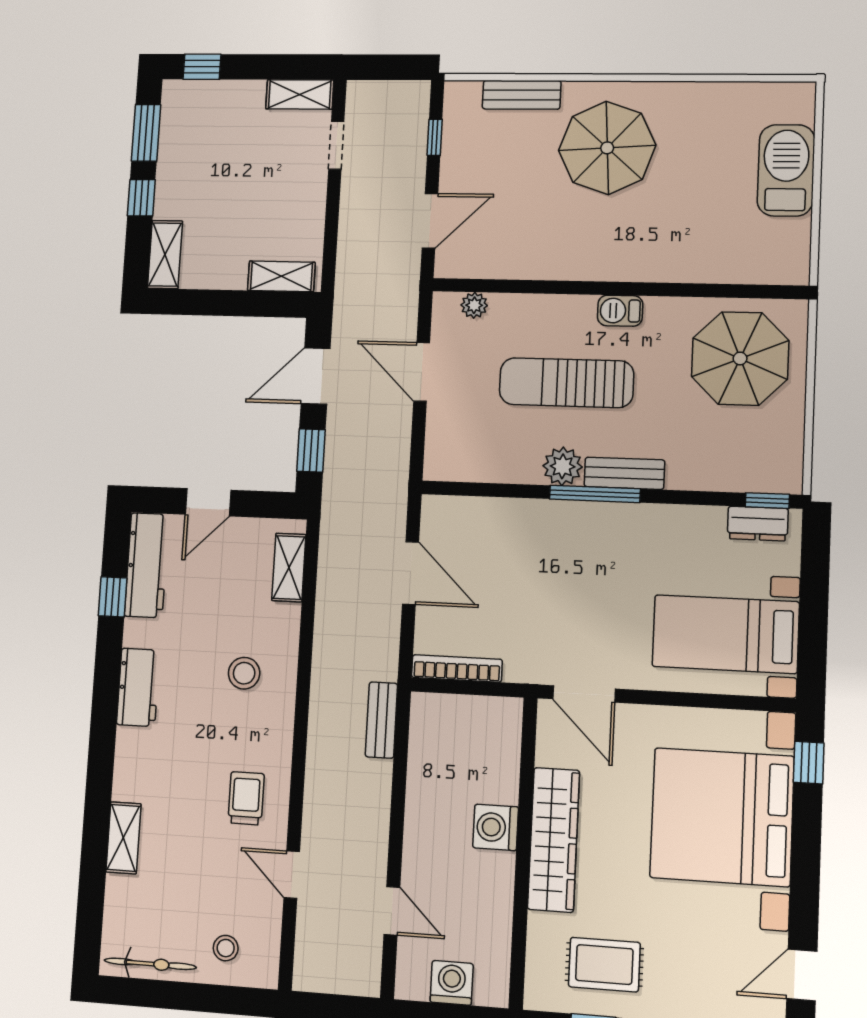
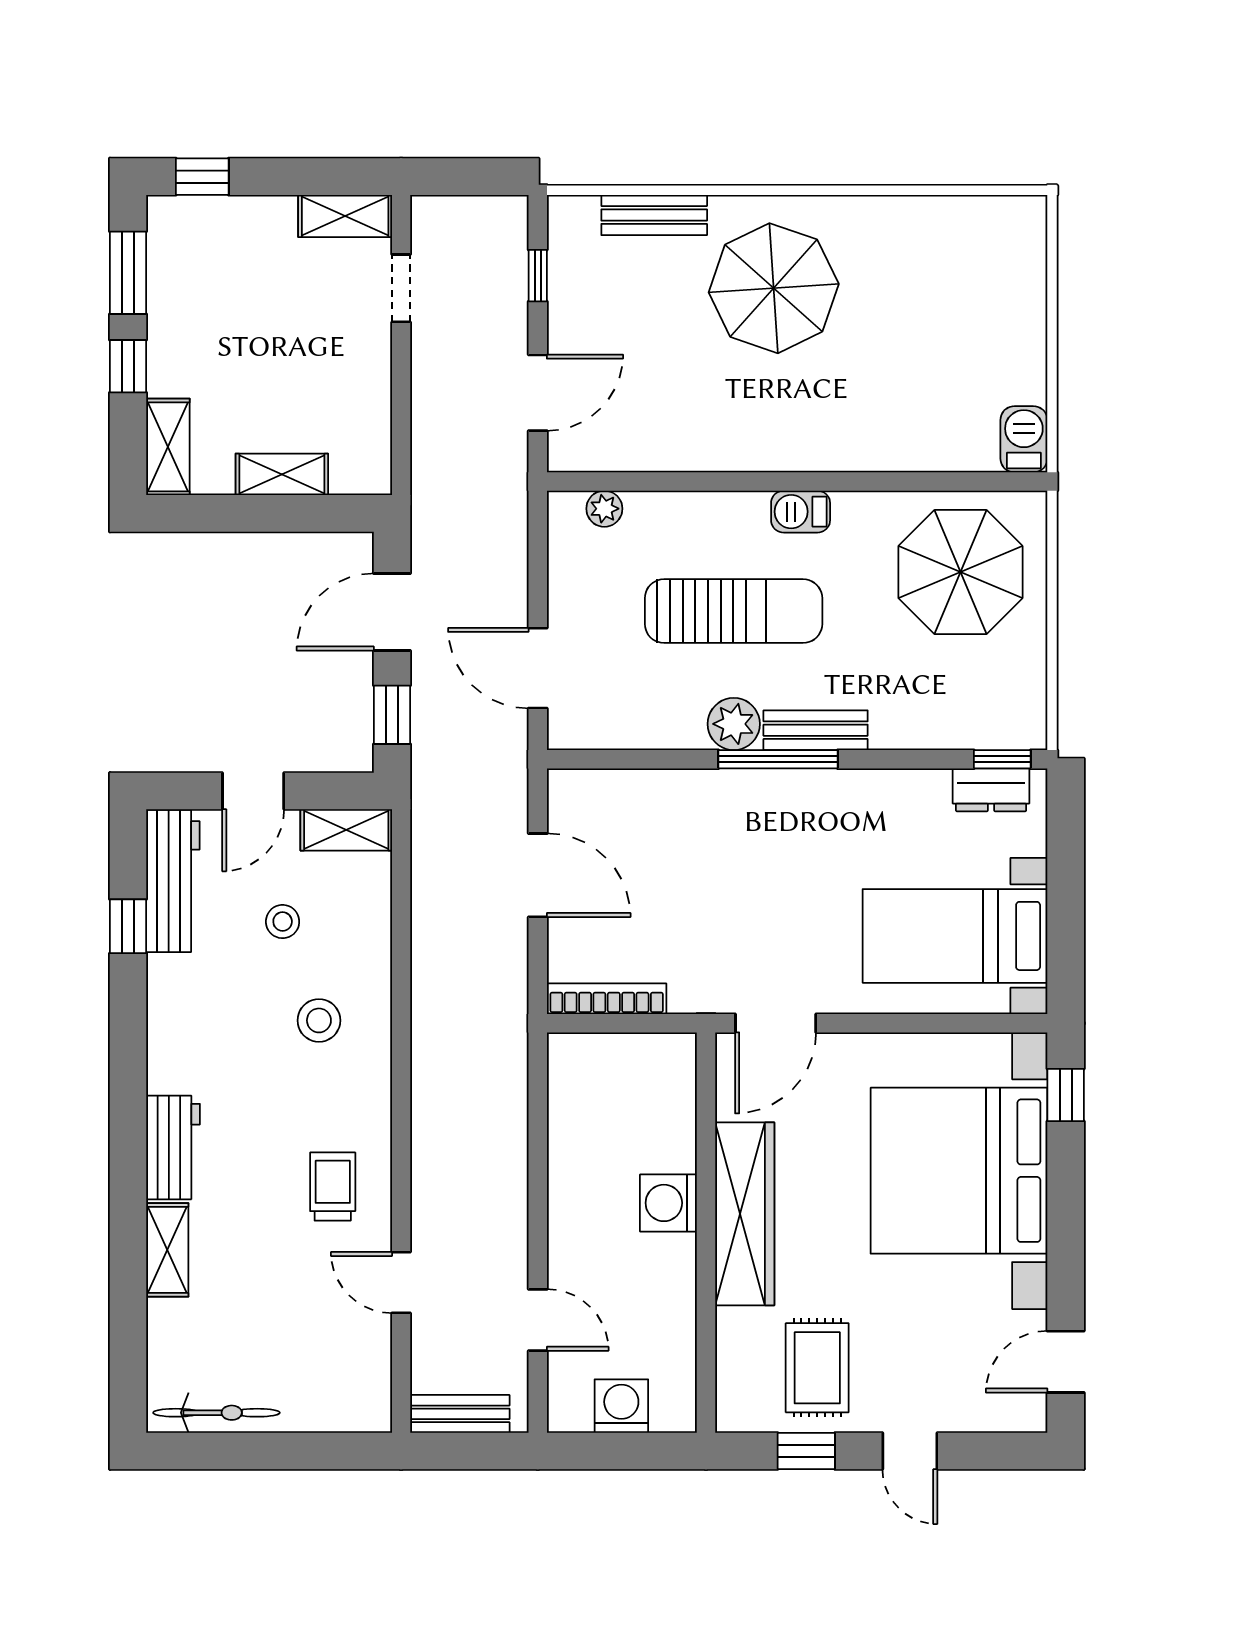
barbecue: (786, 170) -> (1024, 439), moved, width x0.53, depth x0.65
shelving: (281, 276) -> (282, 474), moved
door: (422, 372) -> (538, 668), moved
sun lounger: (566, 383) -> (734, 611), turned 180
shelving: (289, 568) -> (346, 830), moved, turned 90
workbench: (138, 687) -> (173, 1147), moved
door: (584, 694) -> (776, 1023), hinge flipped
bench: (381, 720) -> (460, 1414), moved, turned 90
stool: (226, 948) -> (283, 922), moved
rug: (604, 965) -> (817, 1368), turned 90

